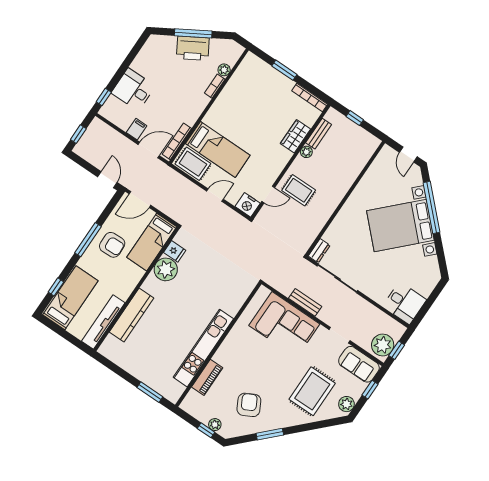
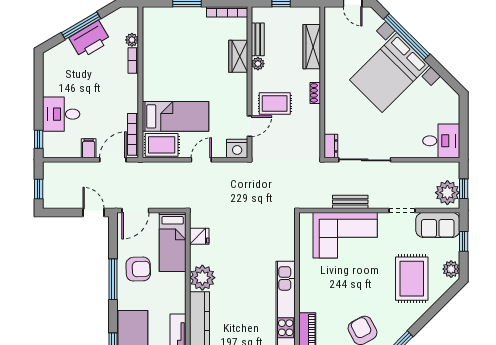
wardrobe: (355, 167) -> (312, 47), added
shoe rack: (334, 203) -> (315, 93), added
plant: (166, 269) -> (202, 278), moved

